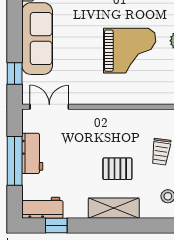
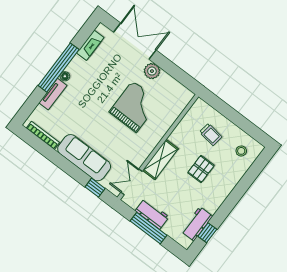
workbench: (42, 208) -> (197, 224), moved
shelving: (114, 208) -> (160, 159), moved

